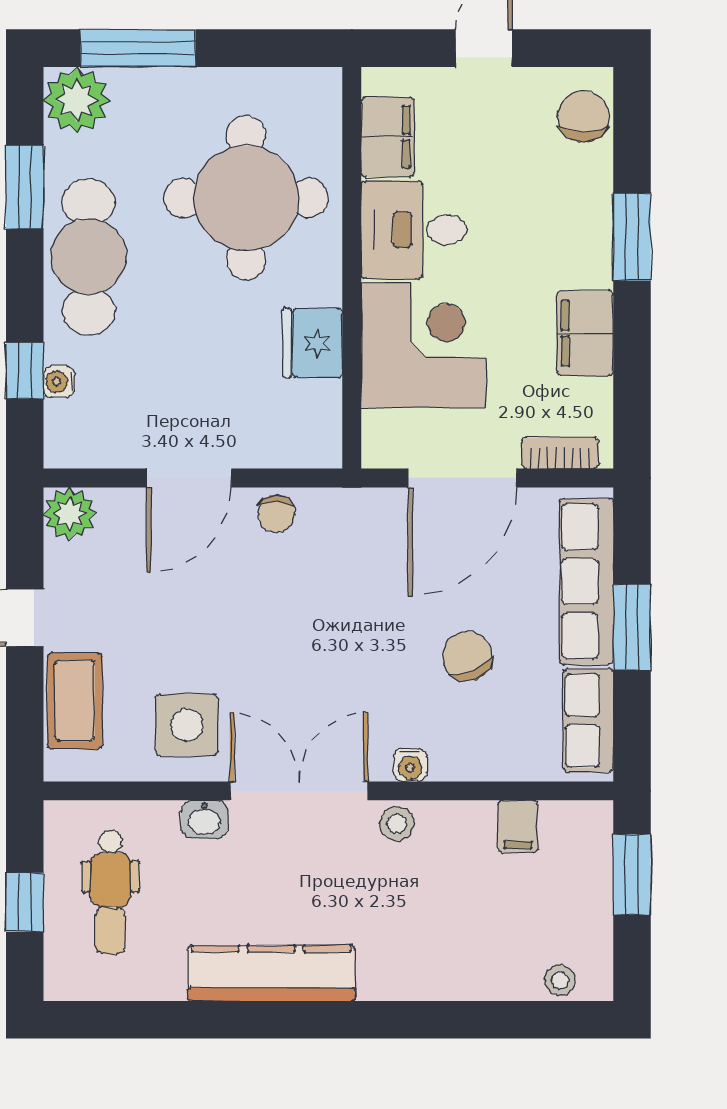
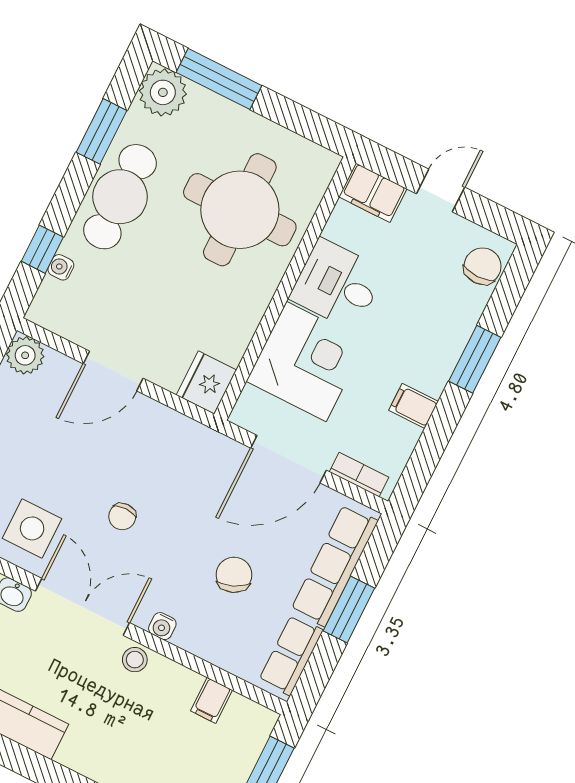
filing cabinet: (388, 137) -> (373, 193), moved, turned 90
filing cabinet: (585, 333) -> (414, 406), width x0.50
fridge: (313, 343) -> (206, 383), moved
chair: (276, 514) -> (122, 517), moved

